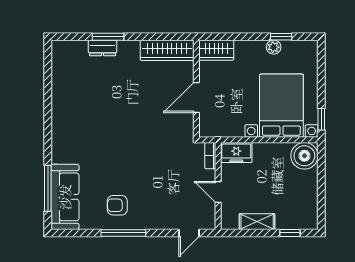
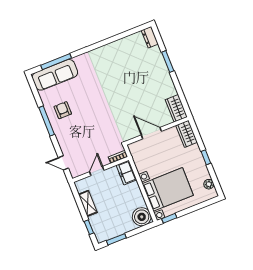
window: (281, 37) -> (206, 157), moved
plant: (274, 47) -> (209, 184), moved
dresser: (102, 48) -> (150, 37), moved
wardrobe: (167, 50) -> (176, 108), width x0.67
window: (321, 202) -> (116, 239), added

